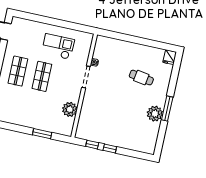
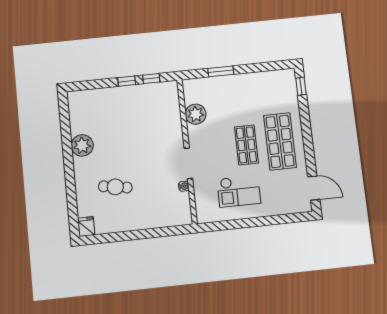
shop shelf: (18, 71) -> (280, 141), width x1.43, depth x1.36
window: (167, 108) -> (68, 158), removed

